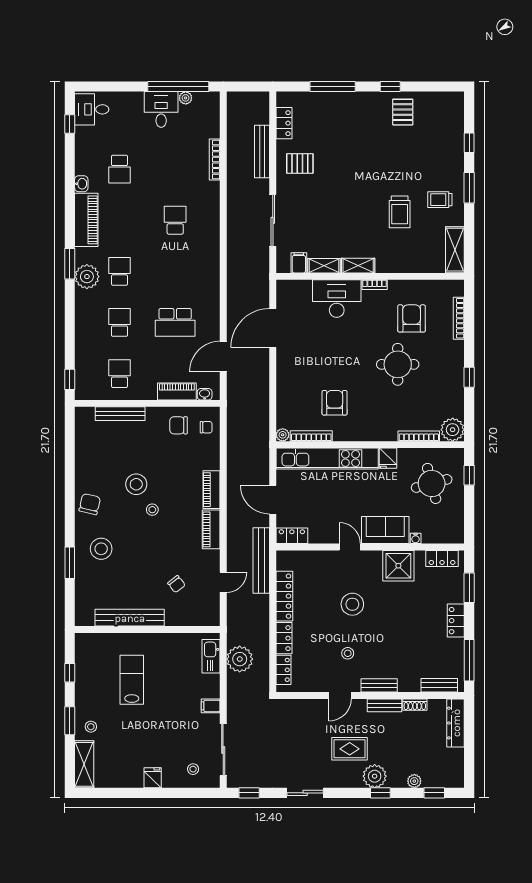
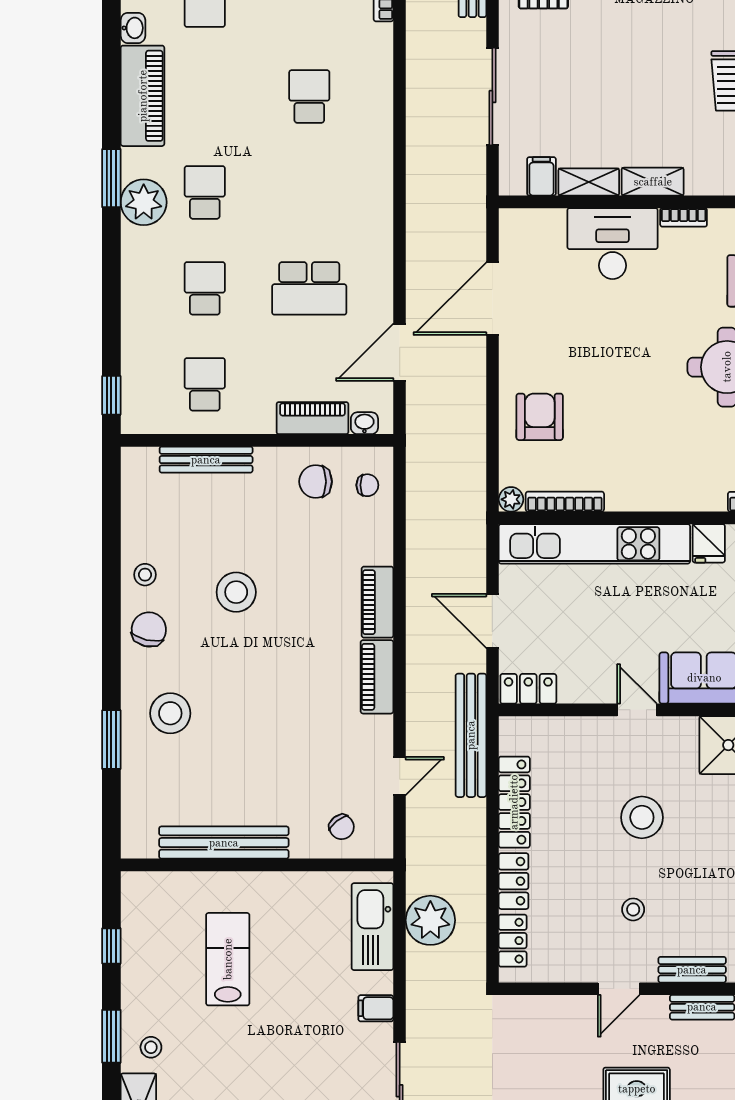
armchair: (335, 403) -> (540, 417), moved
stool: (152, 510) -> (145, 575), moved
chair: (176, 584) -> (342, 827), moved
kitchen sink: (211, 656) -> (372, 927), width x1.36, depth x1.24

